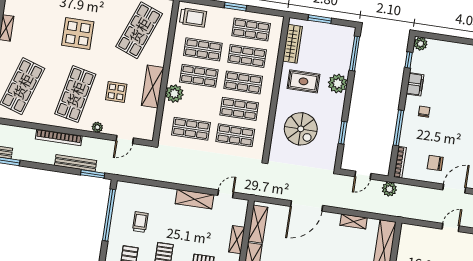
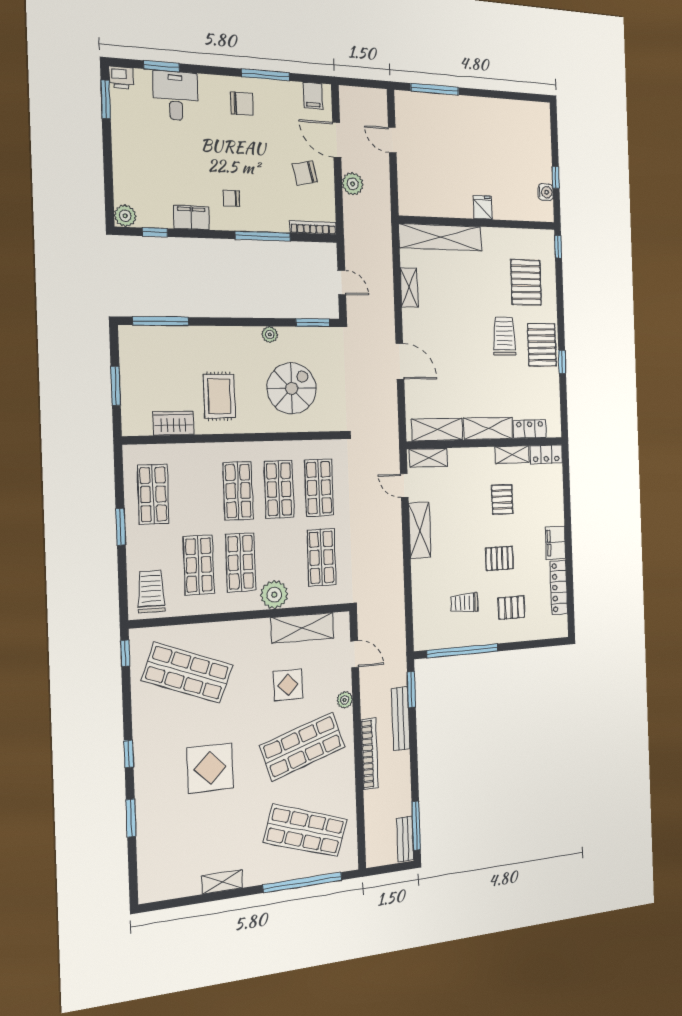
wardrobe: (293, 44) -> (174, 423), width x0.67
shop shelf: (247, 56) -> (196, 493), removed
plant: (338, 84) -> (270, 334), moved, width x0.53, depth x0.53
shelving: (153, 87) -> (302, 628), moved
shop shelf: (75, 94) -> (302, 746), turned -30
window: (343, 133) -> (313, 323), moved
chair: (435, 163) -> (305, 173), turned 78
plant: (389, 189) -> (353, 184), moved
door: (307, 206) -> (400, 361), width x0.73
shelving: (237, 240) -> (428, 458), moved

